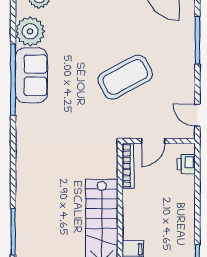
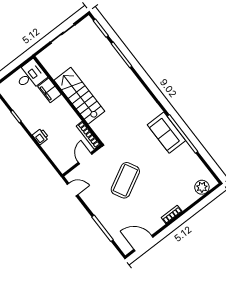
plant: (30, 31) -> (193, 166), removed
sofa: (31, 75) -> (166, 133), moved
printer: (186, 164) -> (41, 136), moved

